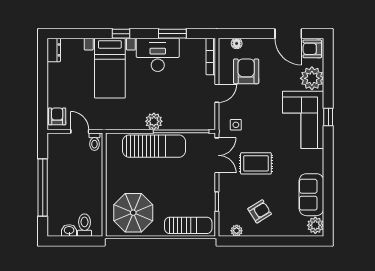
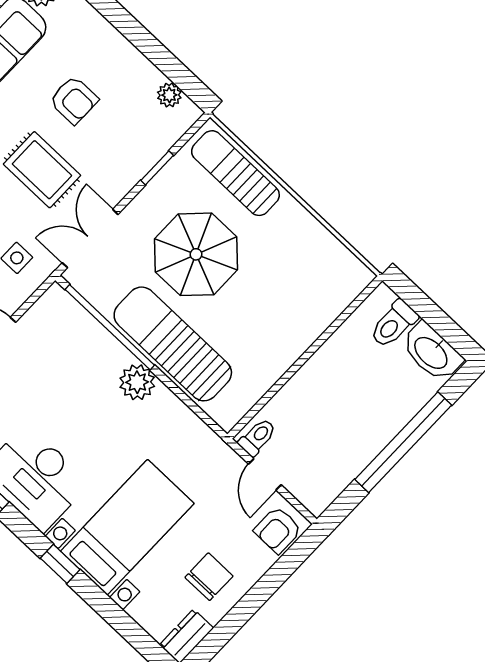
chair: (66, 78) -> (209, 577), added
armchair: (260, 211) -> (74, 100), moved, turned -148
parasol: (133, 213) -> (196, 254), moved
washbasin: (69, 231) -> (432, 352), width x1.91, depth x1.45

